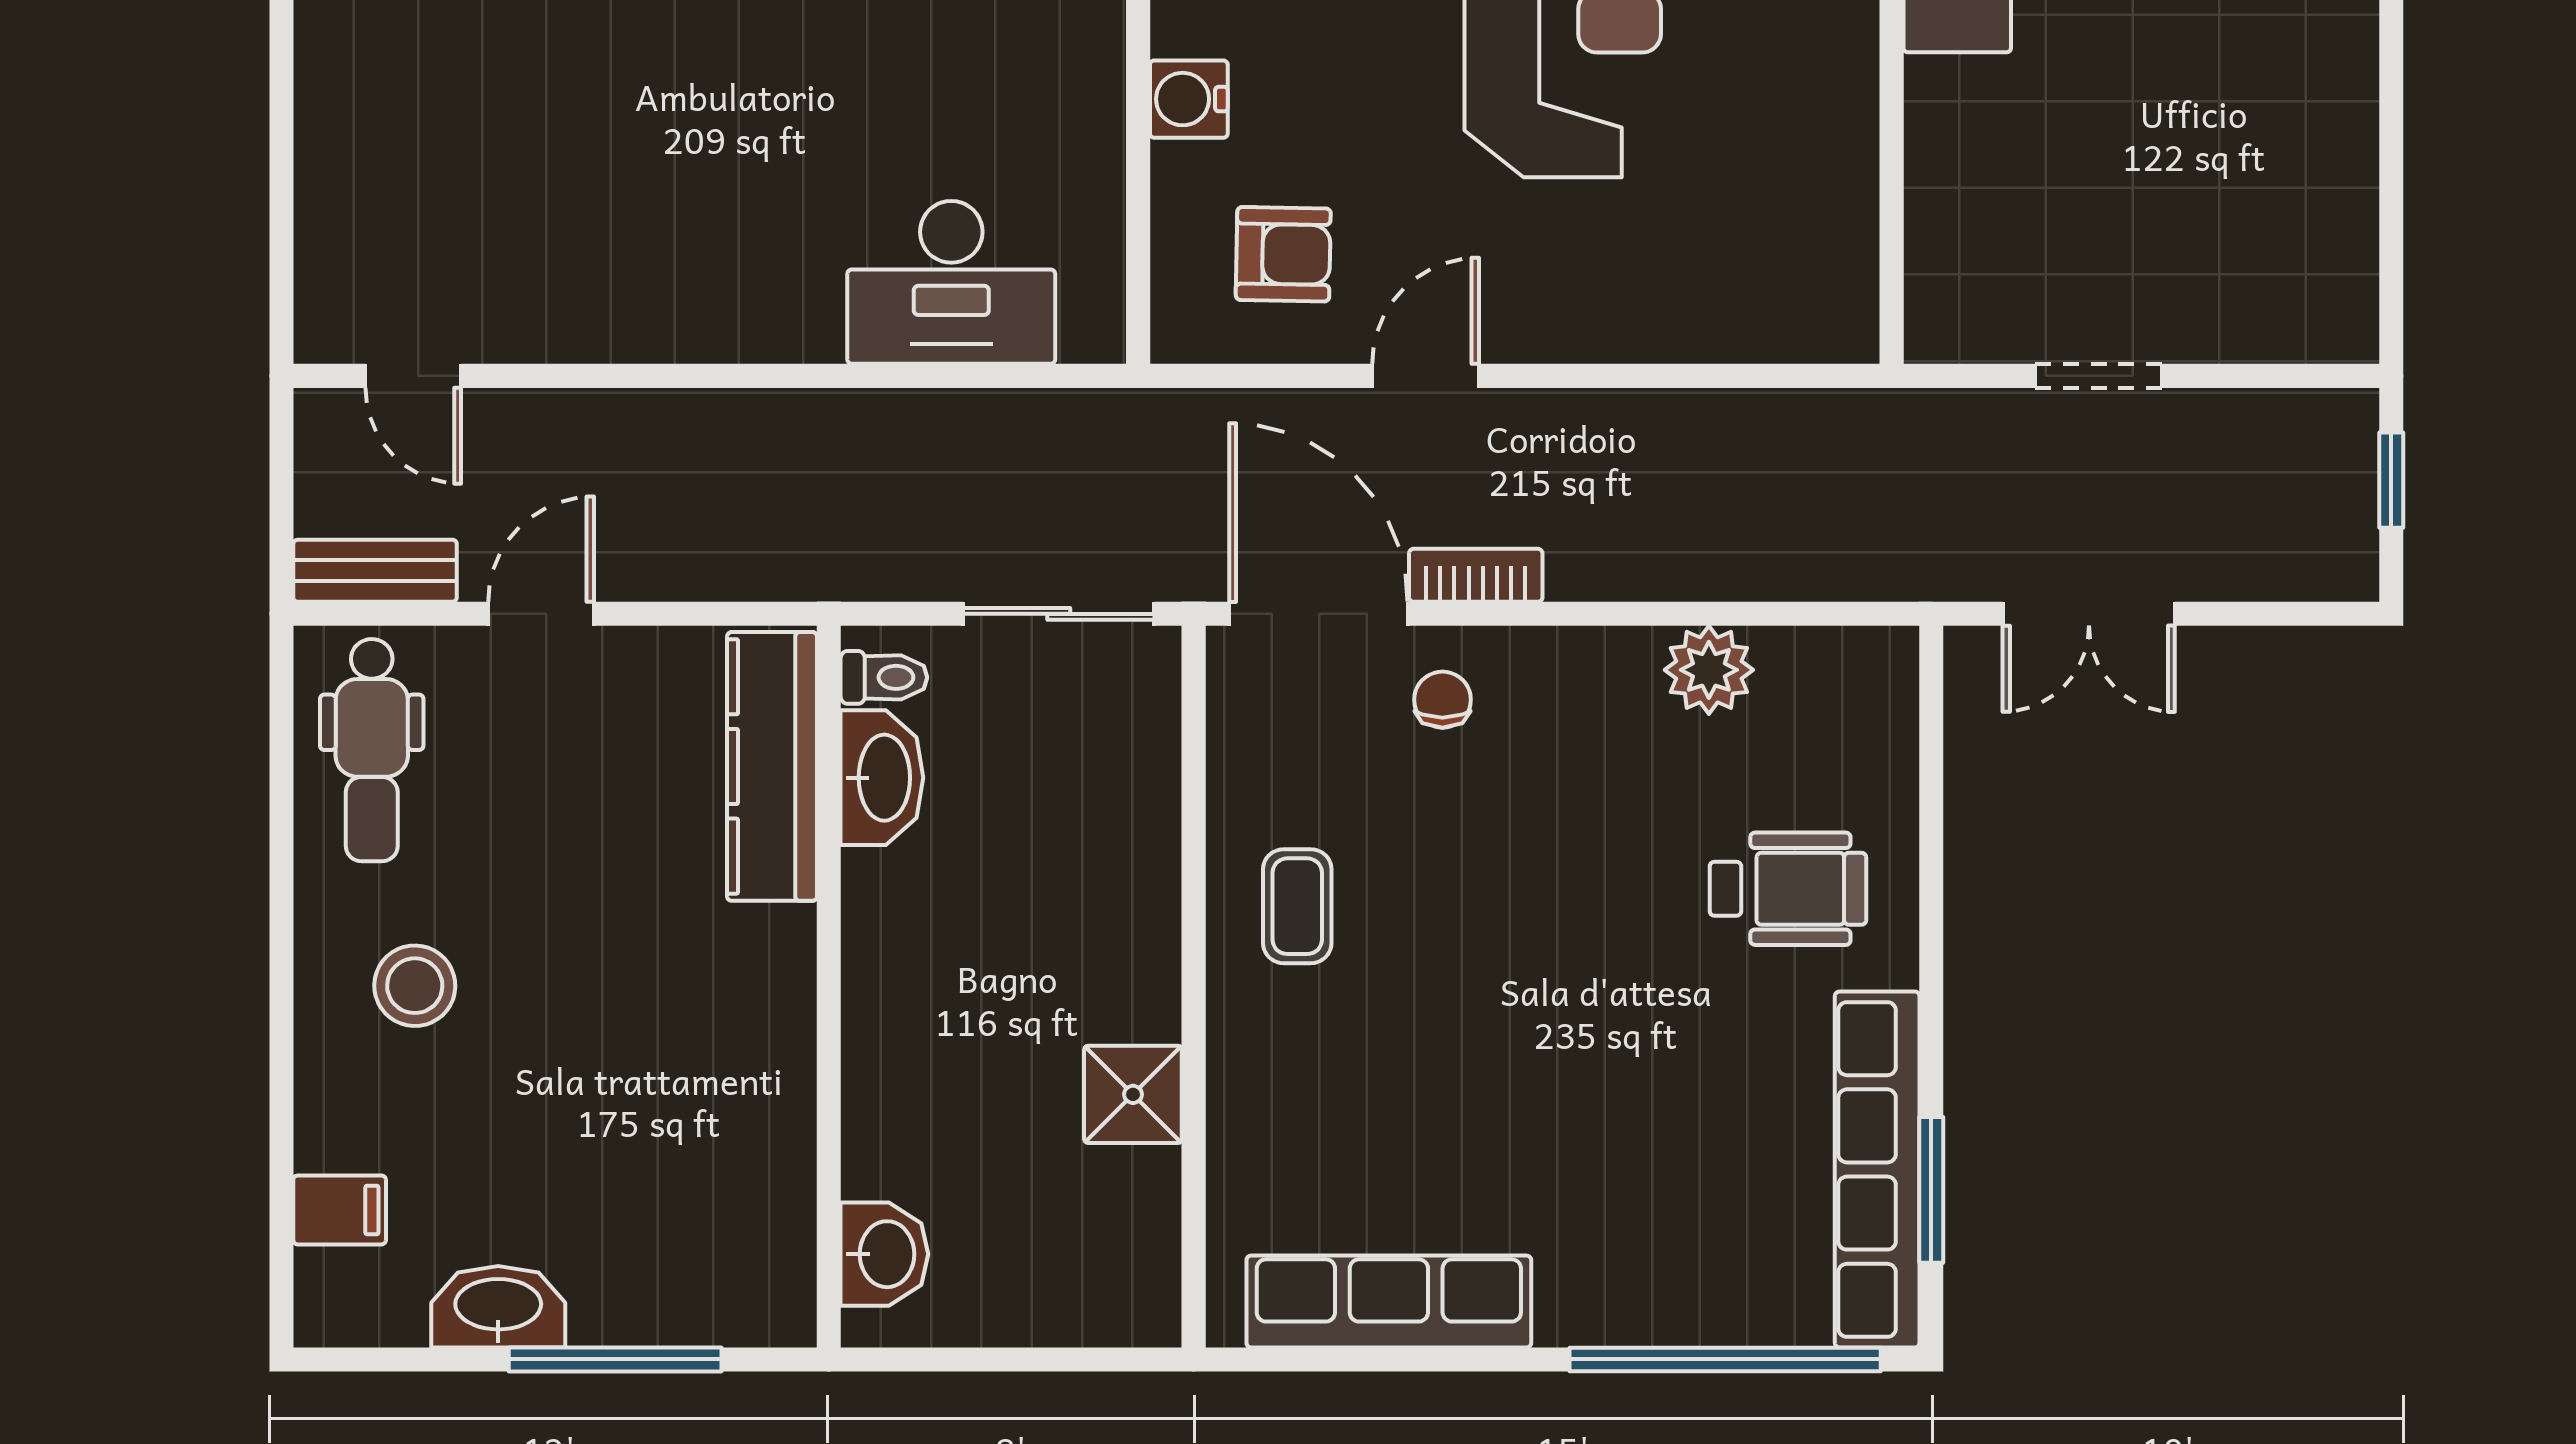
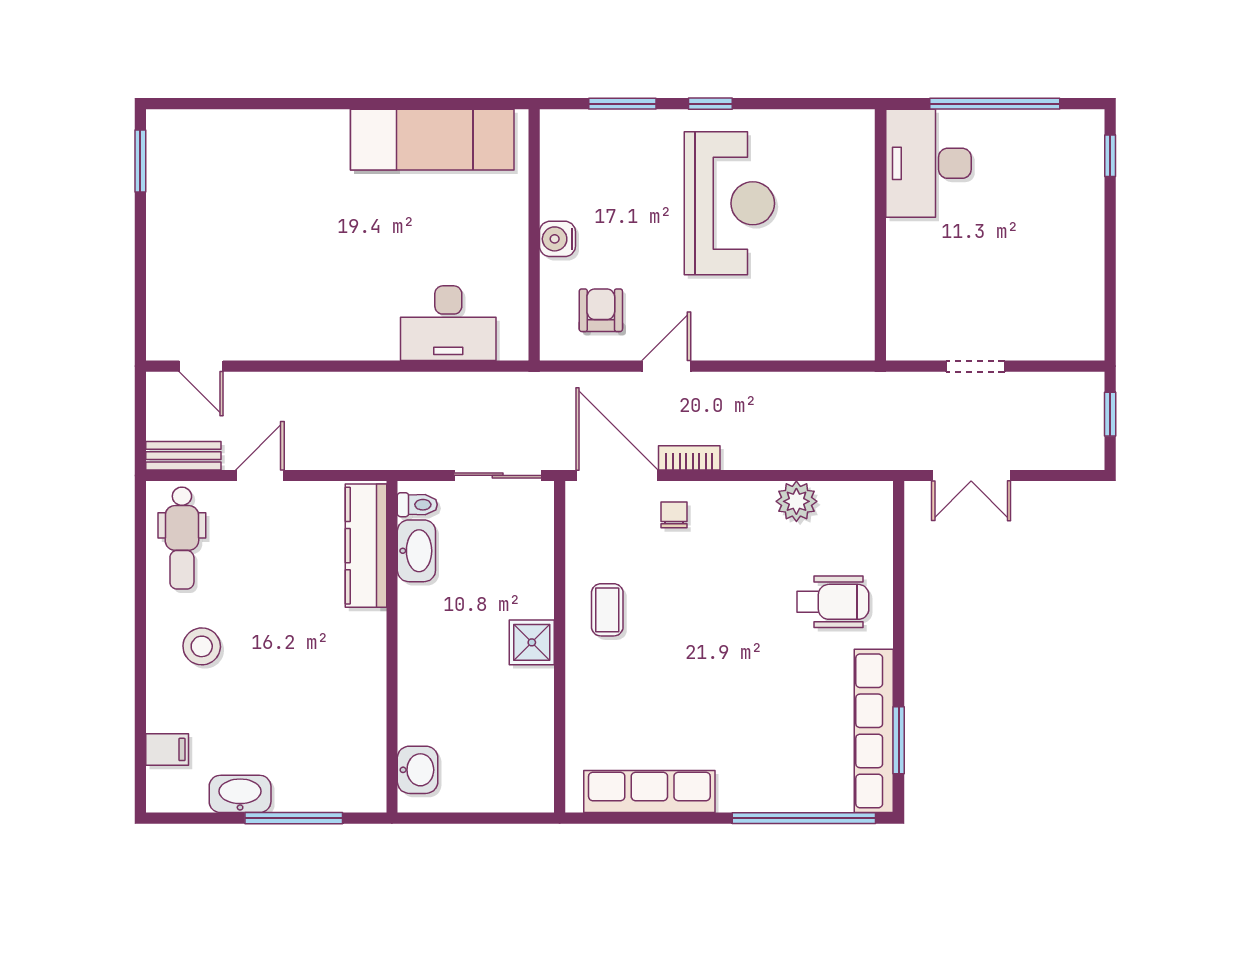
armchair: (1283, 254) -> (601, 310), turned -91
shower: (1133, 1094) -> (532, 642), moved

